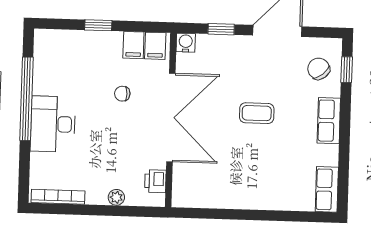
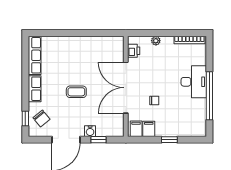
water cooler: (186, 43) -> (90, 131), moved
row of seats: (327, 189) -> (35, 55), width x1.48

